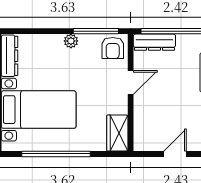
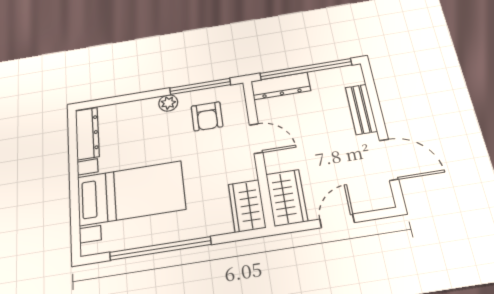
armchair: (113, 48) -> (207, 116), moved
door: (131, 82) -> (256, 139), hinge flipped
wardrobe: (145, 132) -> (287, 198), added

